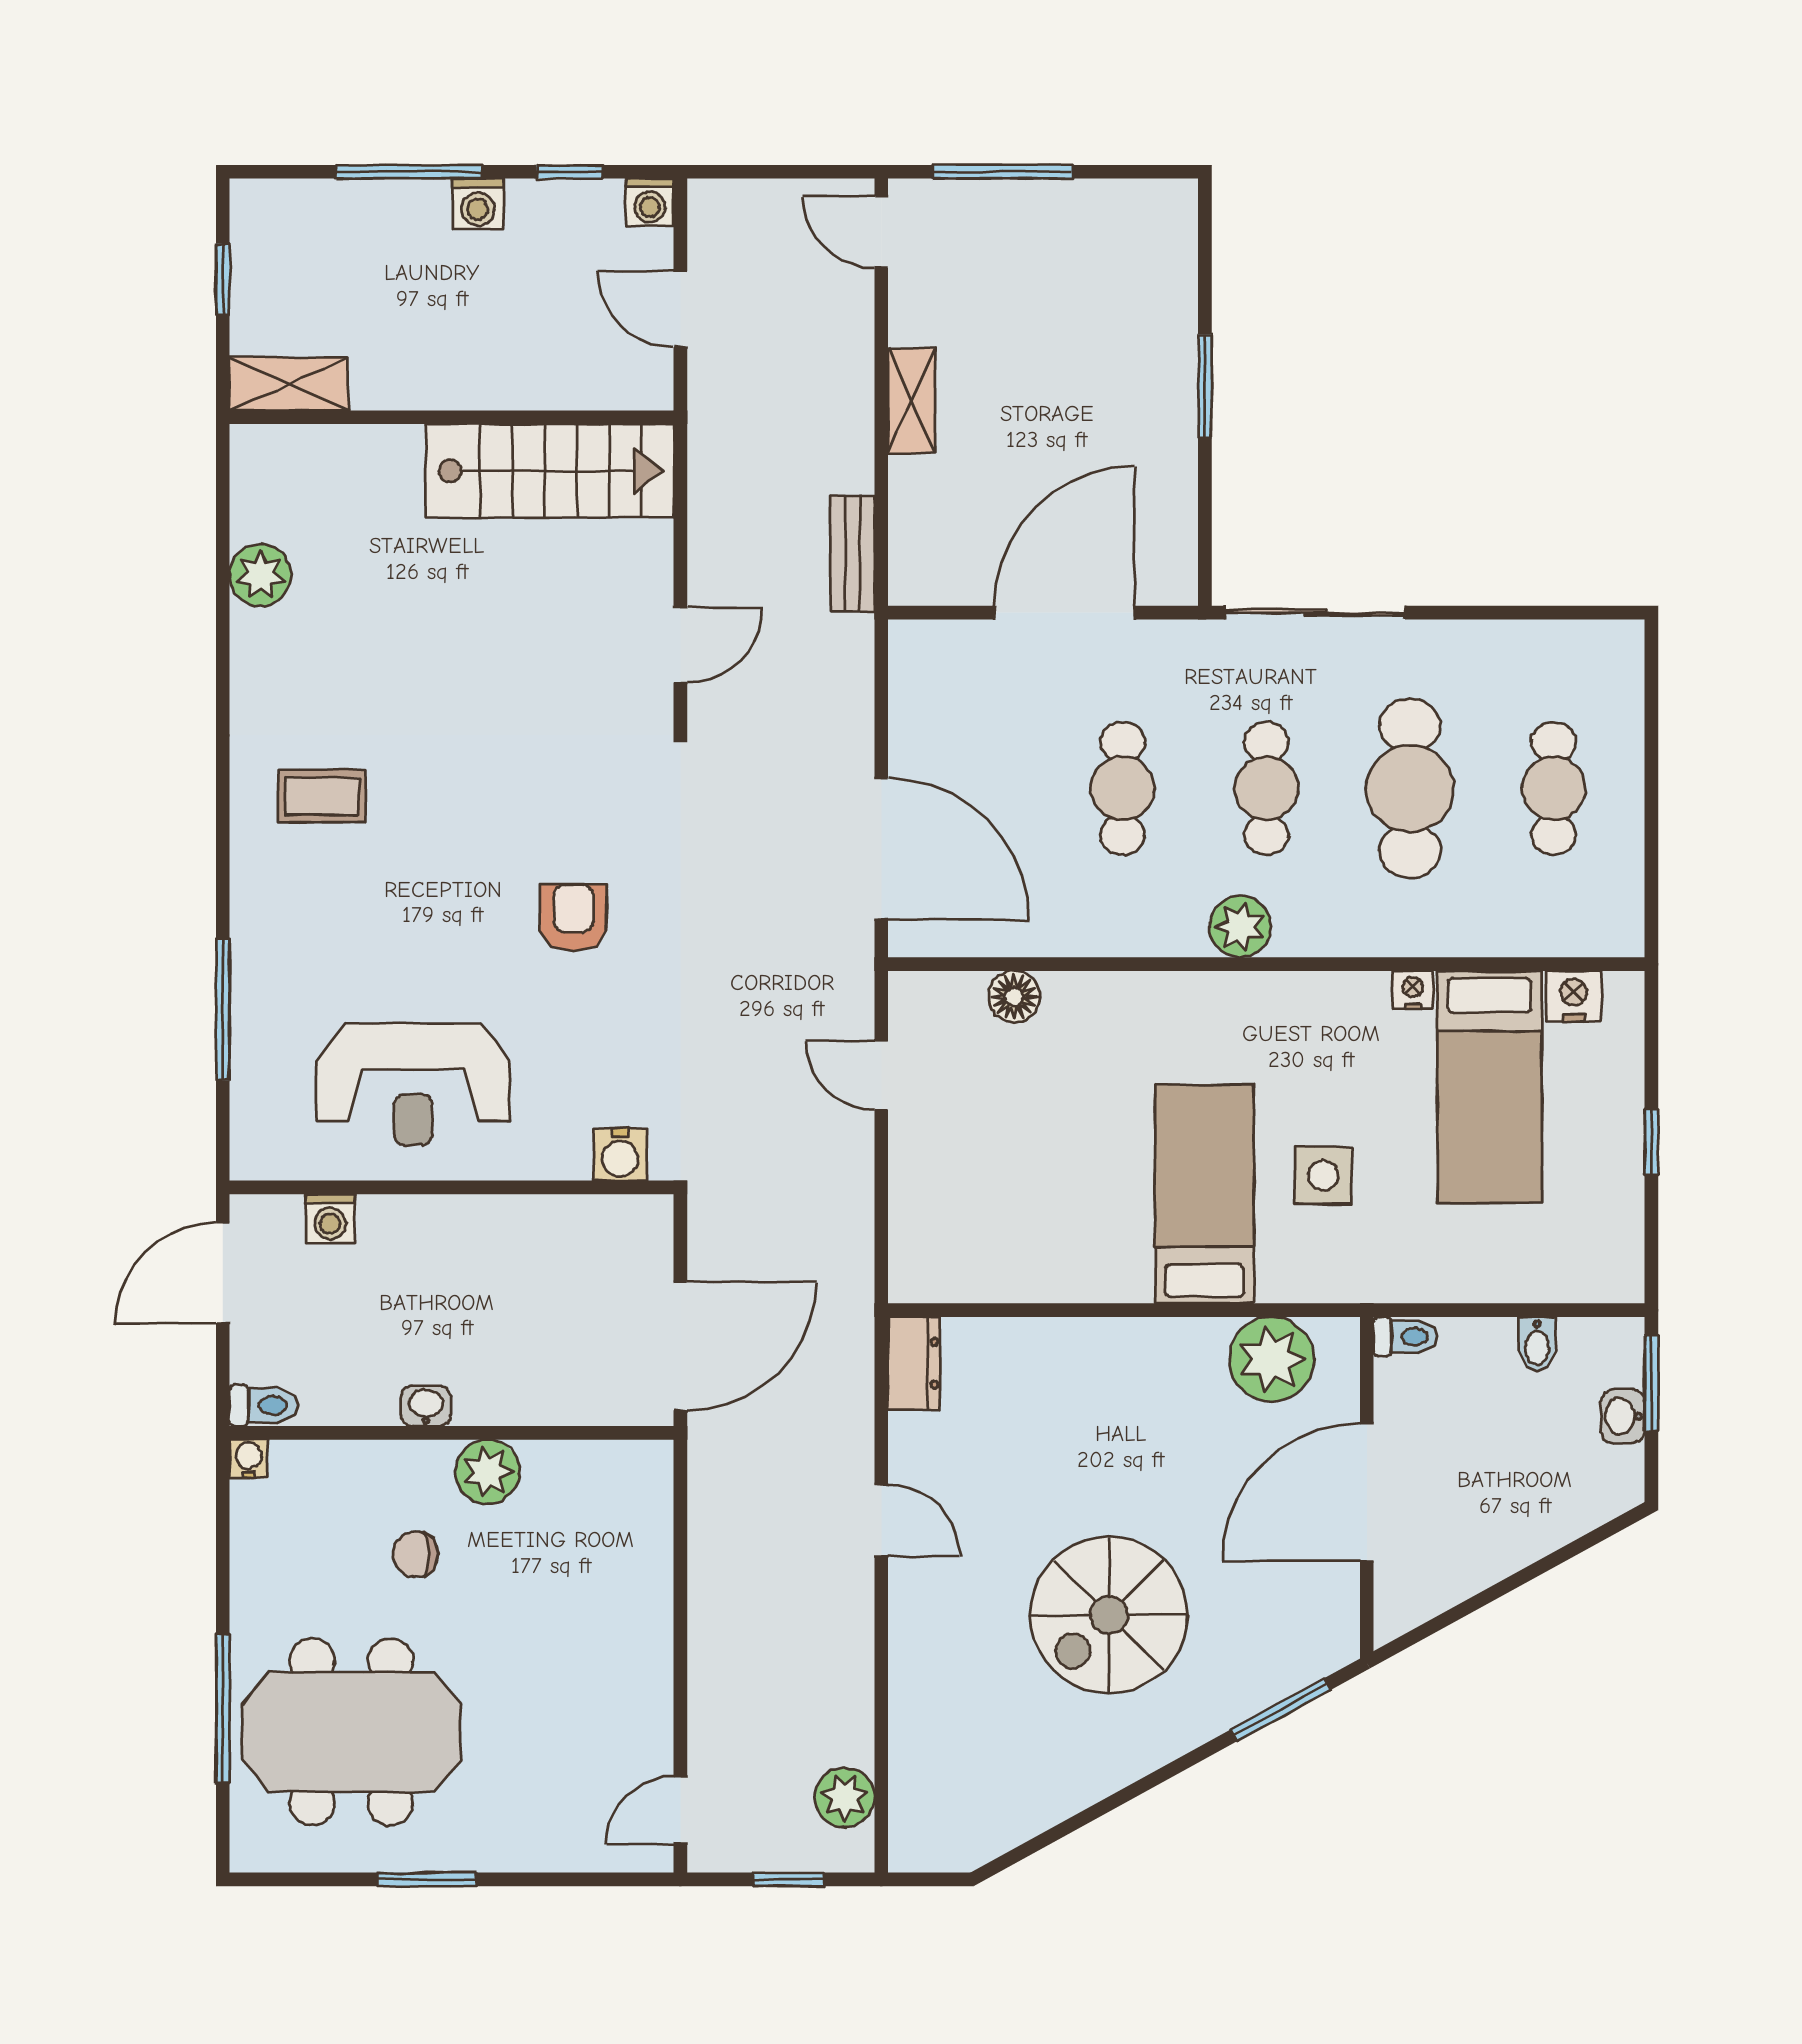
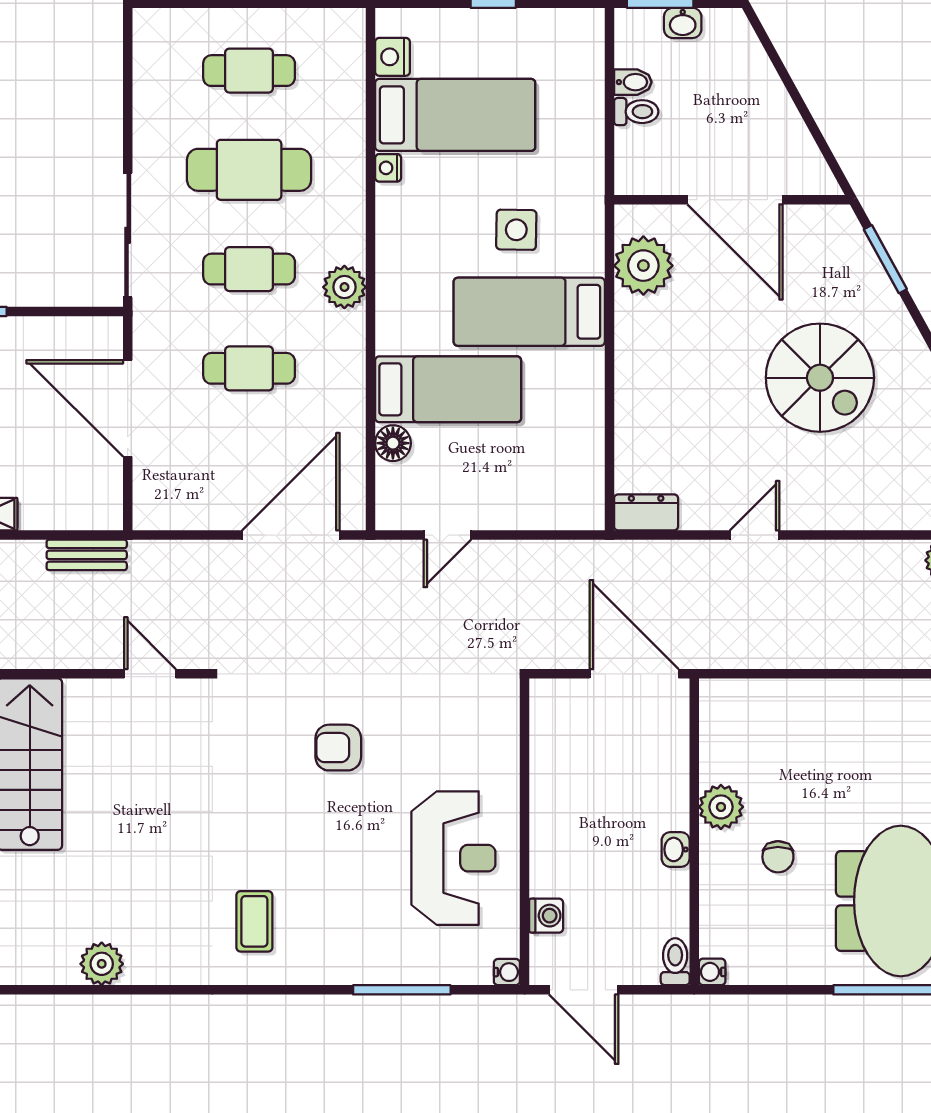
bed: (1092, 1077) -> (448, 389), added
water cooler: (620, 1154) -> (507, 972), moved, width x0.72, depth x0.72
toilet: (1406, 1337) -> (636, 112), moved, turned 90

